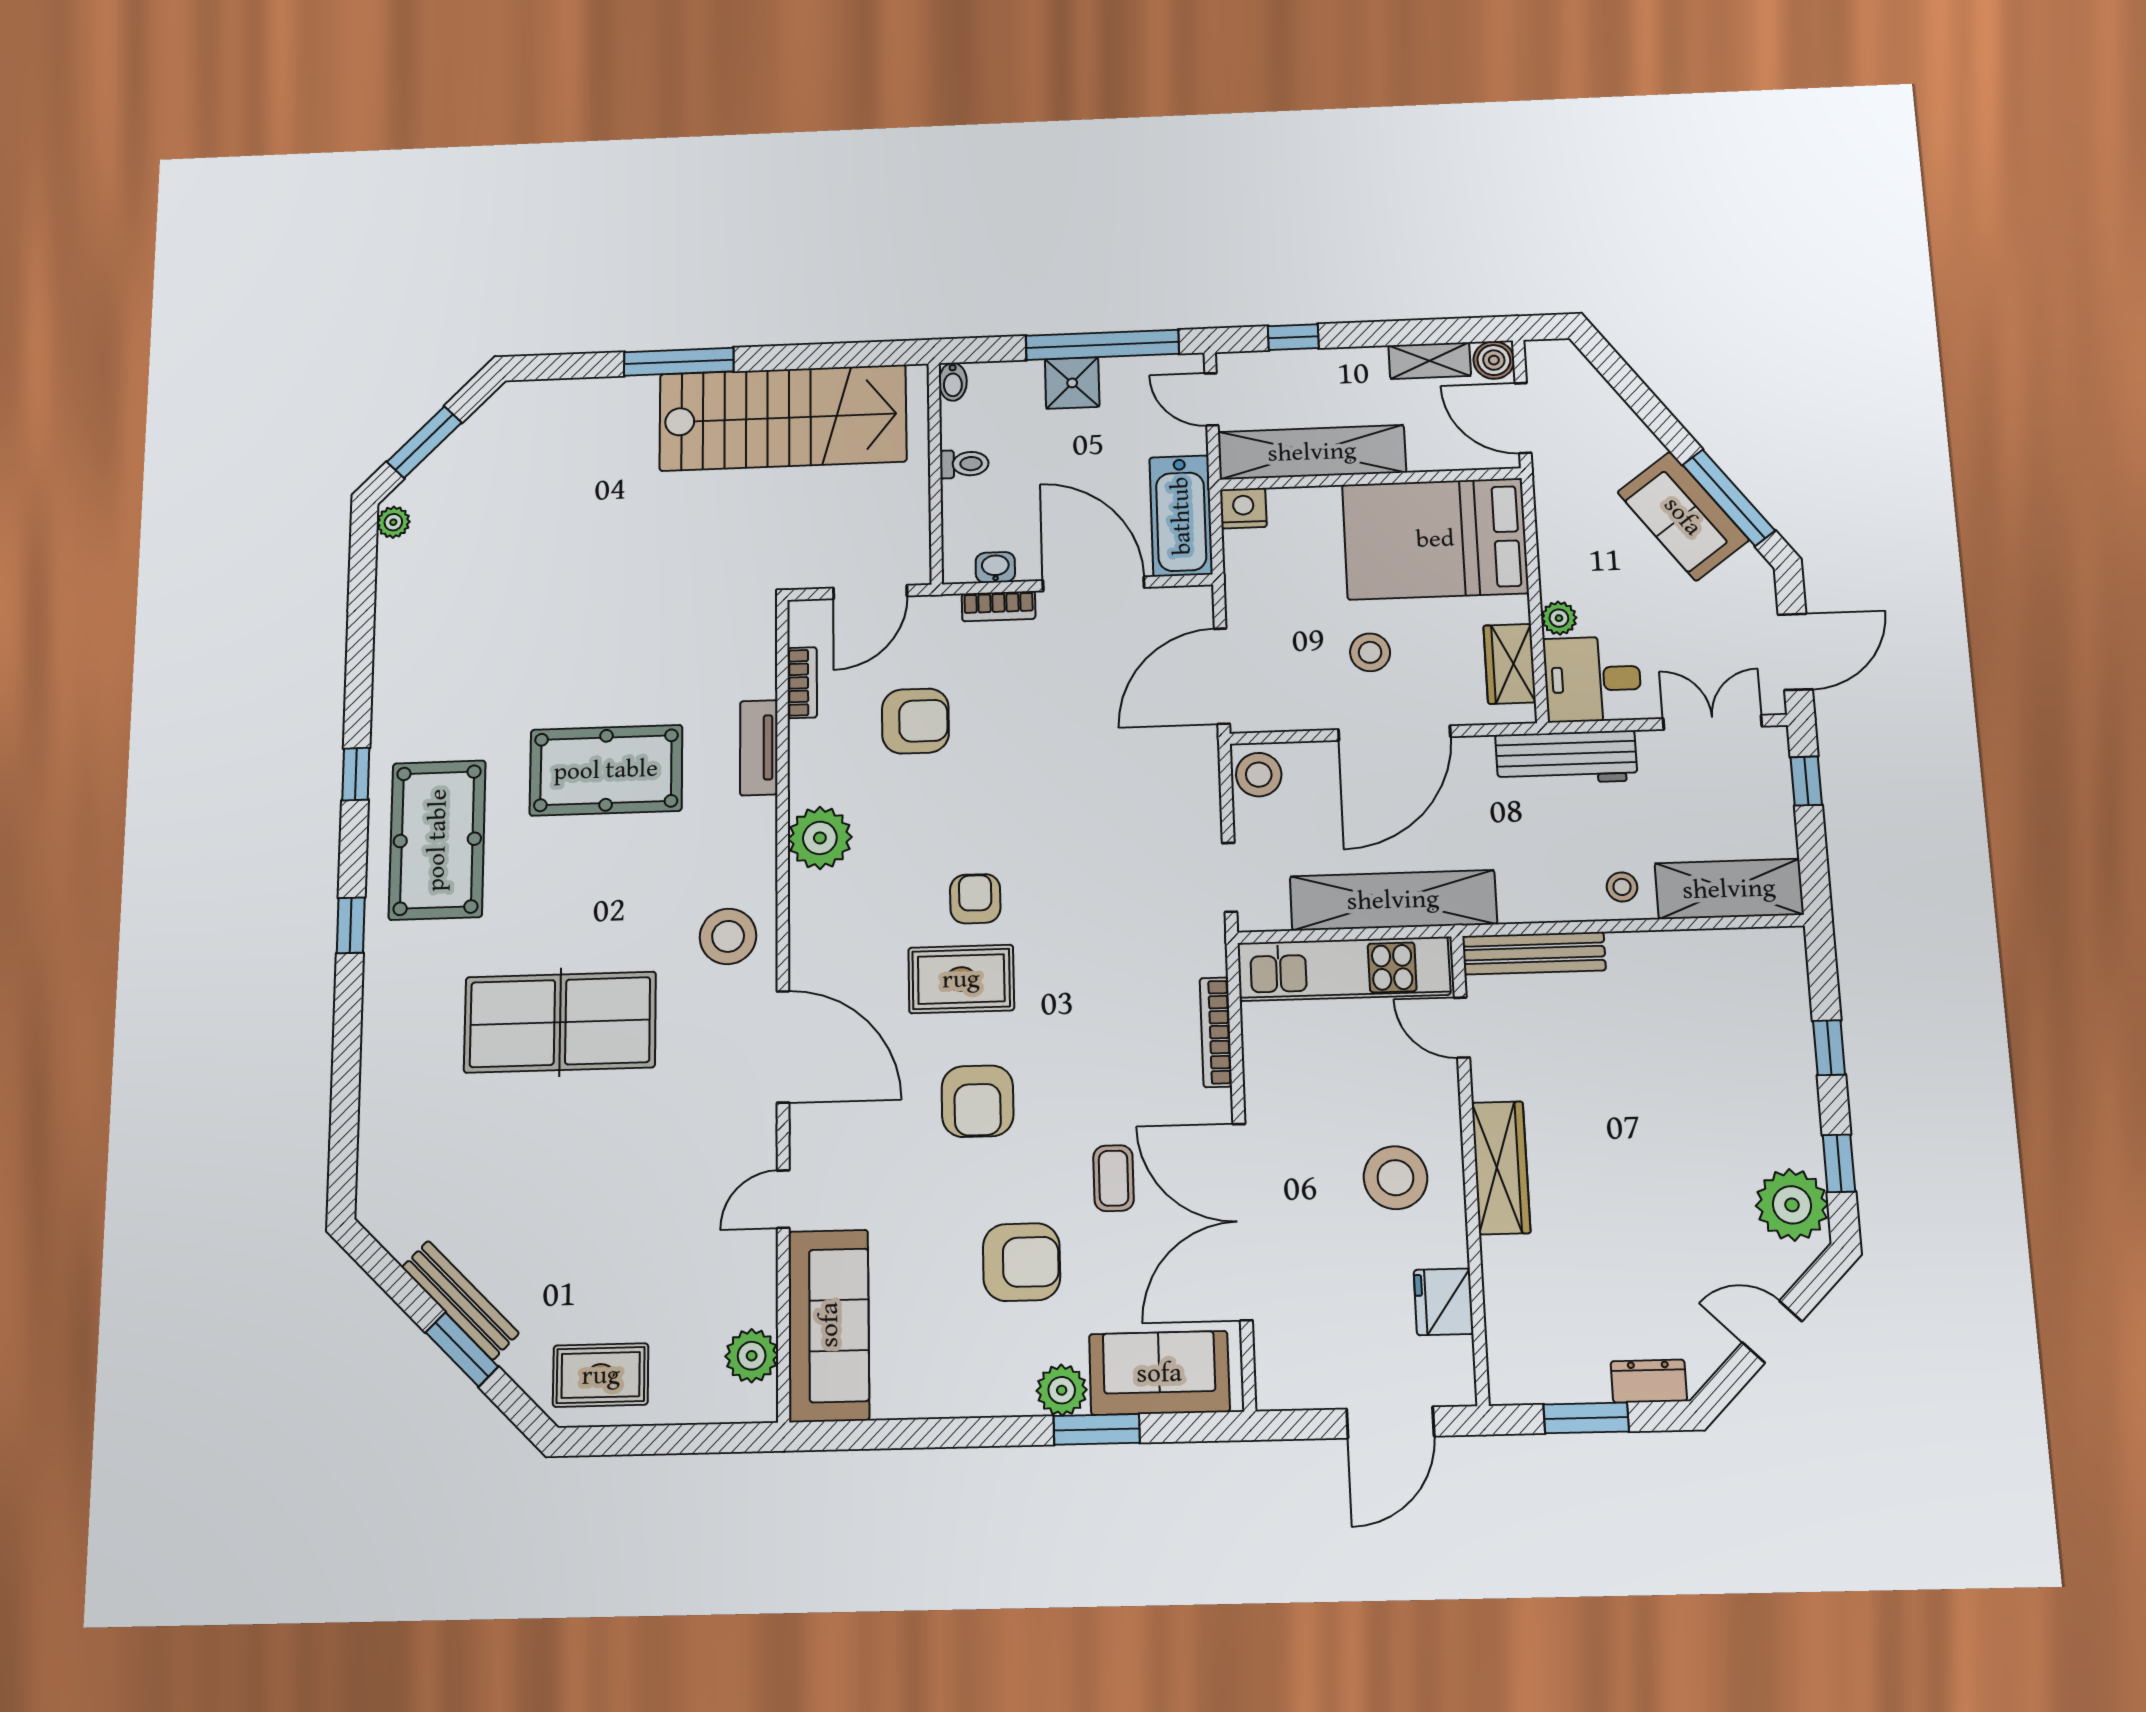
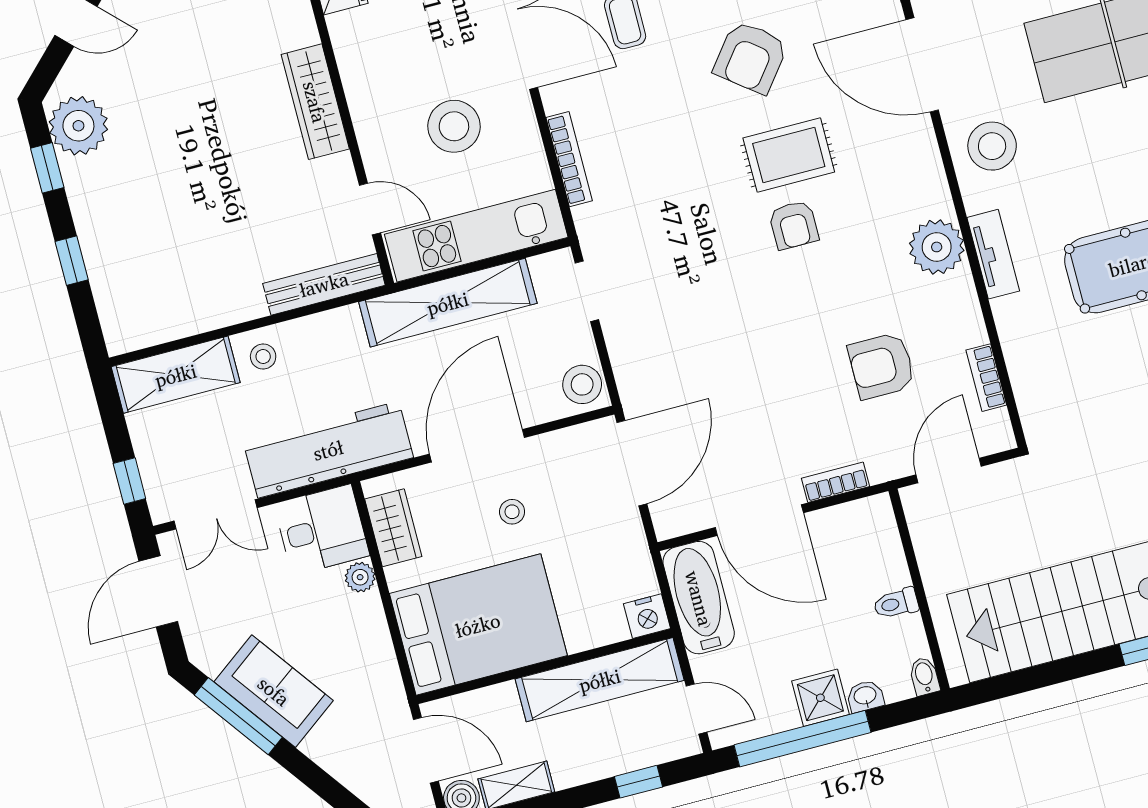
washbasin: (995, 567) -> (865, 696), moved, turned 180
stool: (1370, 652) -> (512, 512), width x0.73, depth x0.73
tv unit: (759, 748) -> (993, 254), moved
workbench: (1566, 758) -> (328, 450), width x1.36, depth x1.32
armchair: (978, 1101) -> (751, 57), turned -142
stool: (1395, 1178) -> (454, 126), moved

